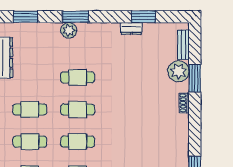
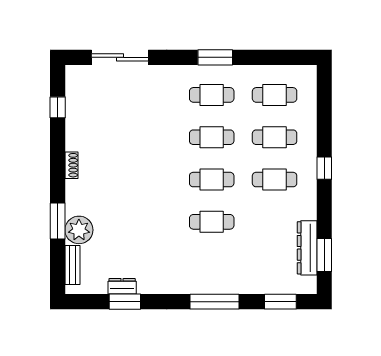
window: (75, 17) -> (215, 302), width x1.44
dresser: (131, 28) -> (122, 286), moved
plant: (69, 30) -> (223, 284), removed
shoe rack: (184, 103) -> (71, 165), moved

